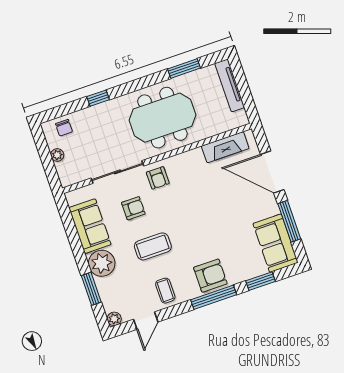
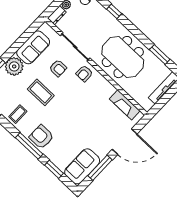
door: (272, 172) -> (125, 142), swing flipped
dresser: (65, 174) -> (57, 15), added
armchair: (210, 276) -> (41, 137), turned 180

